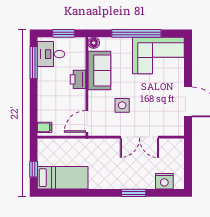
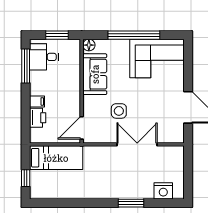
printer: (78, 79) -> (38, 118), moved, turned 180
filing cabinet: (45, 127) -> (37, 101), moved
double door: (139, 137) -> (137, 144), swing flipped
bed: (63, 178) -> (56, 158), moved

